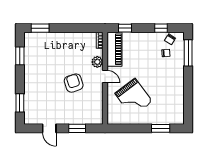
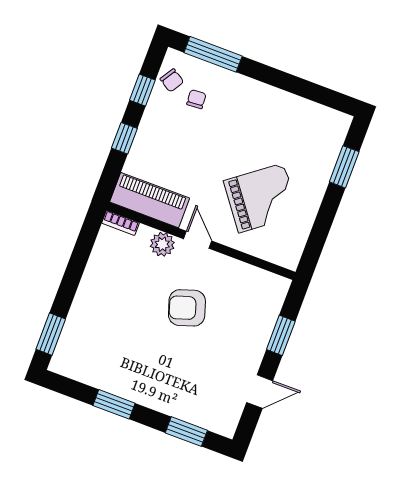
window: (125, 28) -> (124, 138), moved
window: (20, 56) -> (114, 404), moved
door: (105, 77) -> (198, 240), hinge flipped

